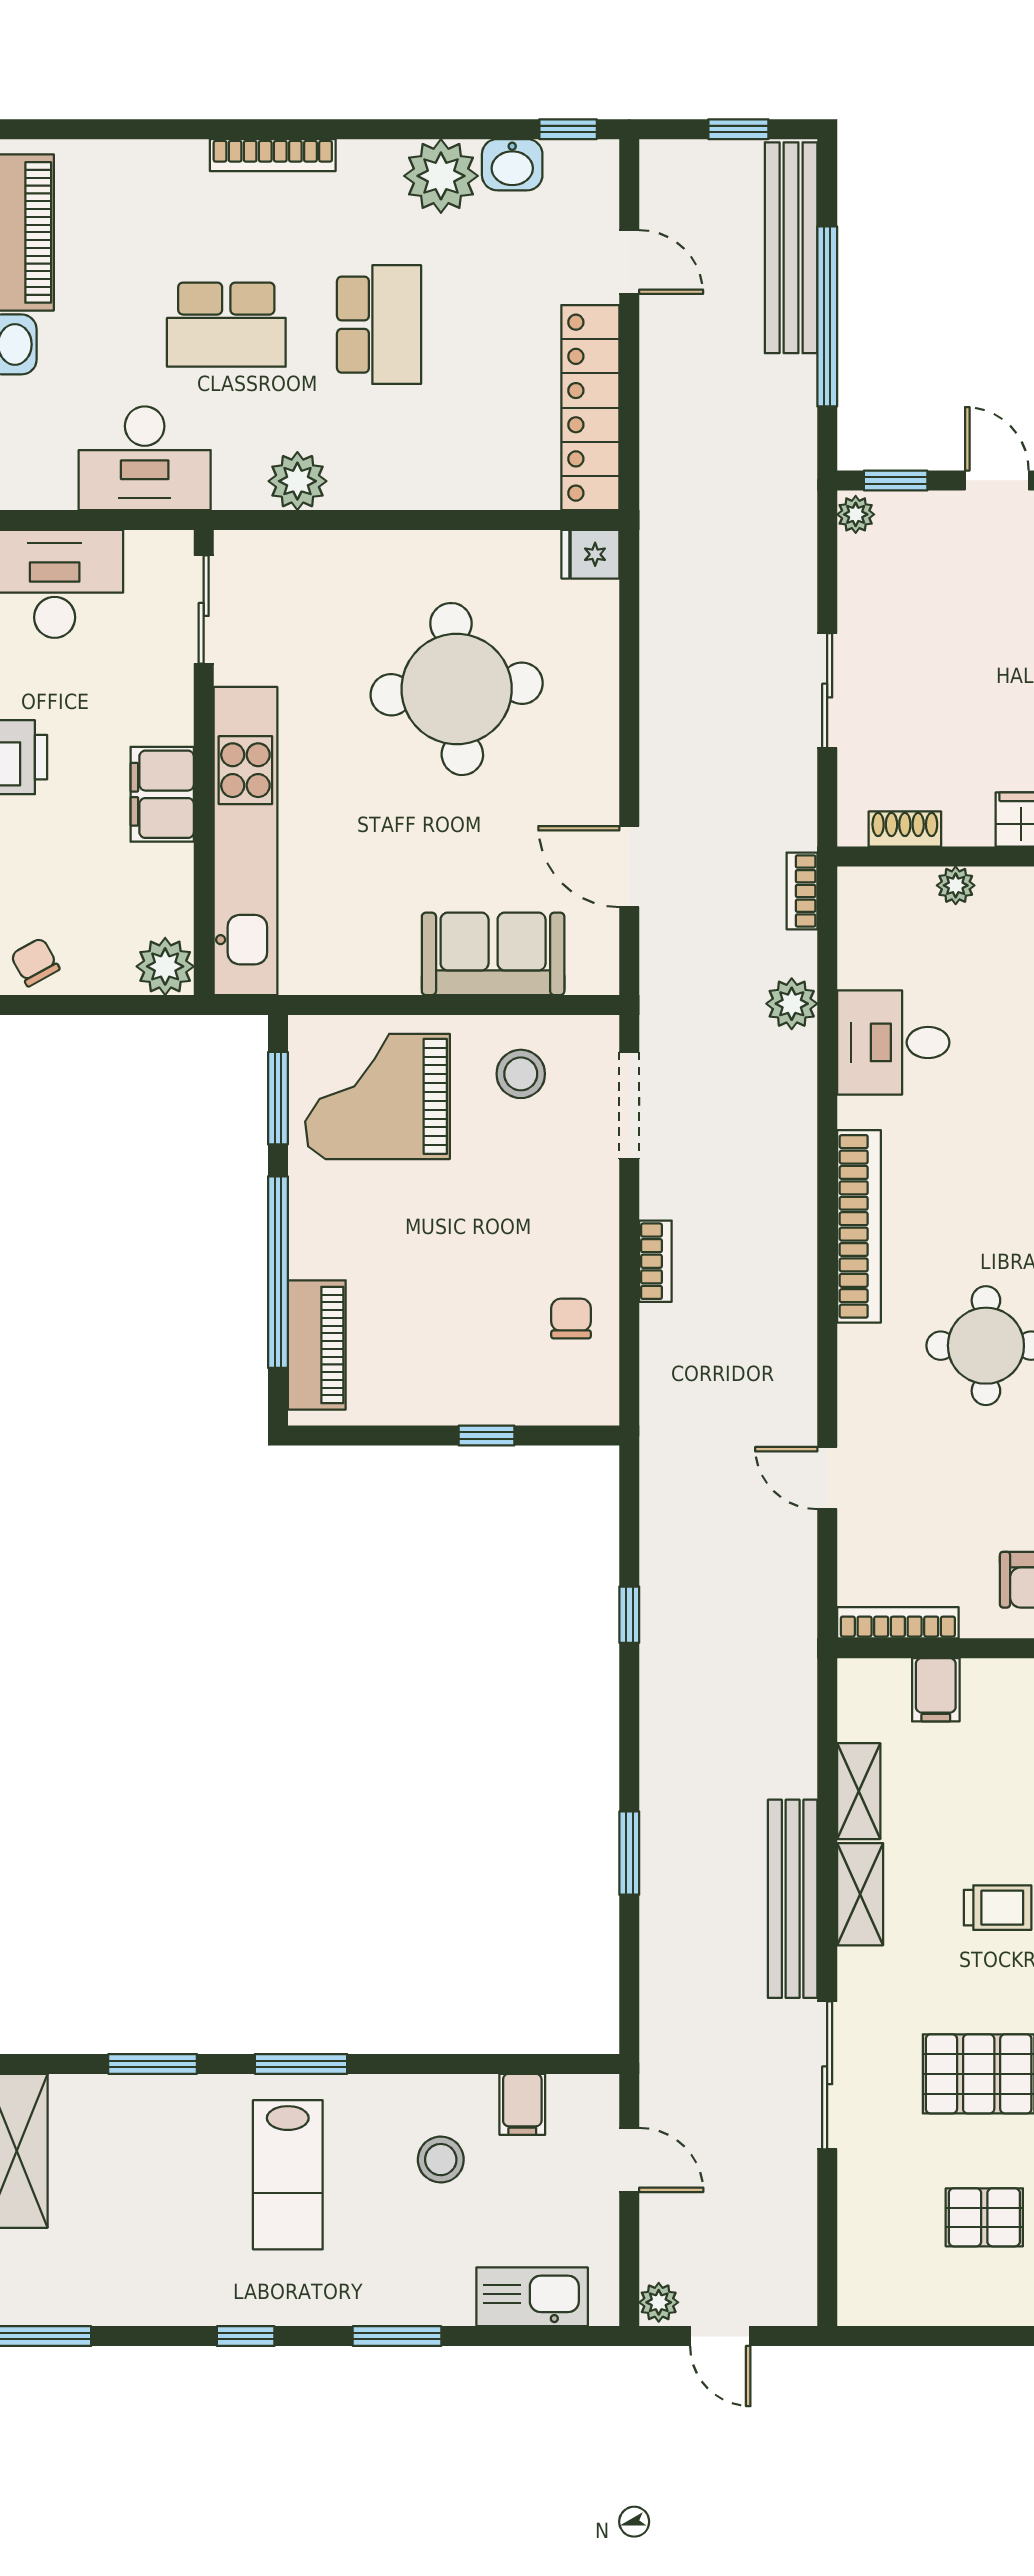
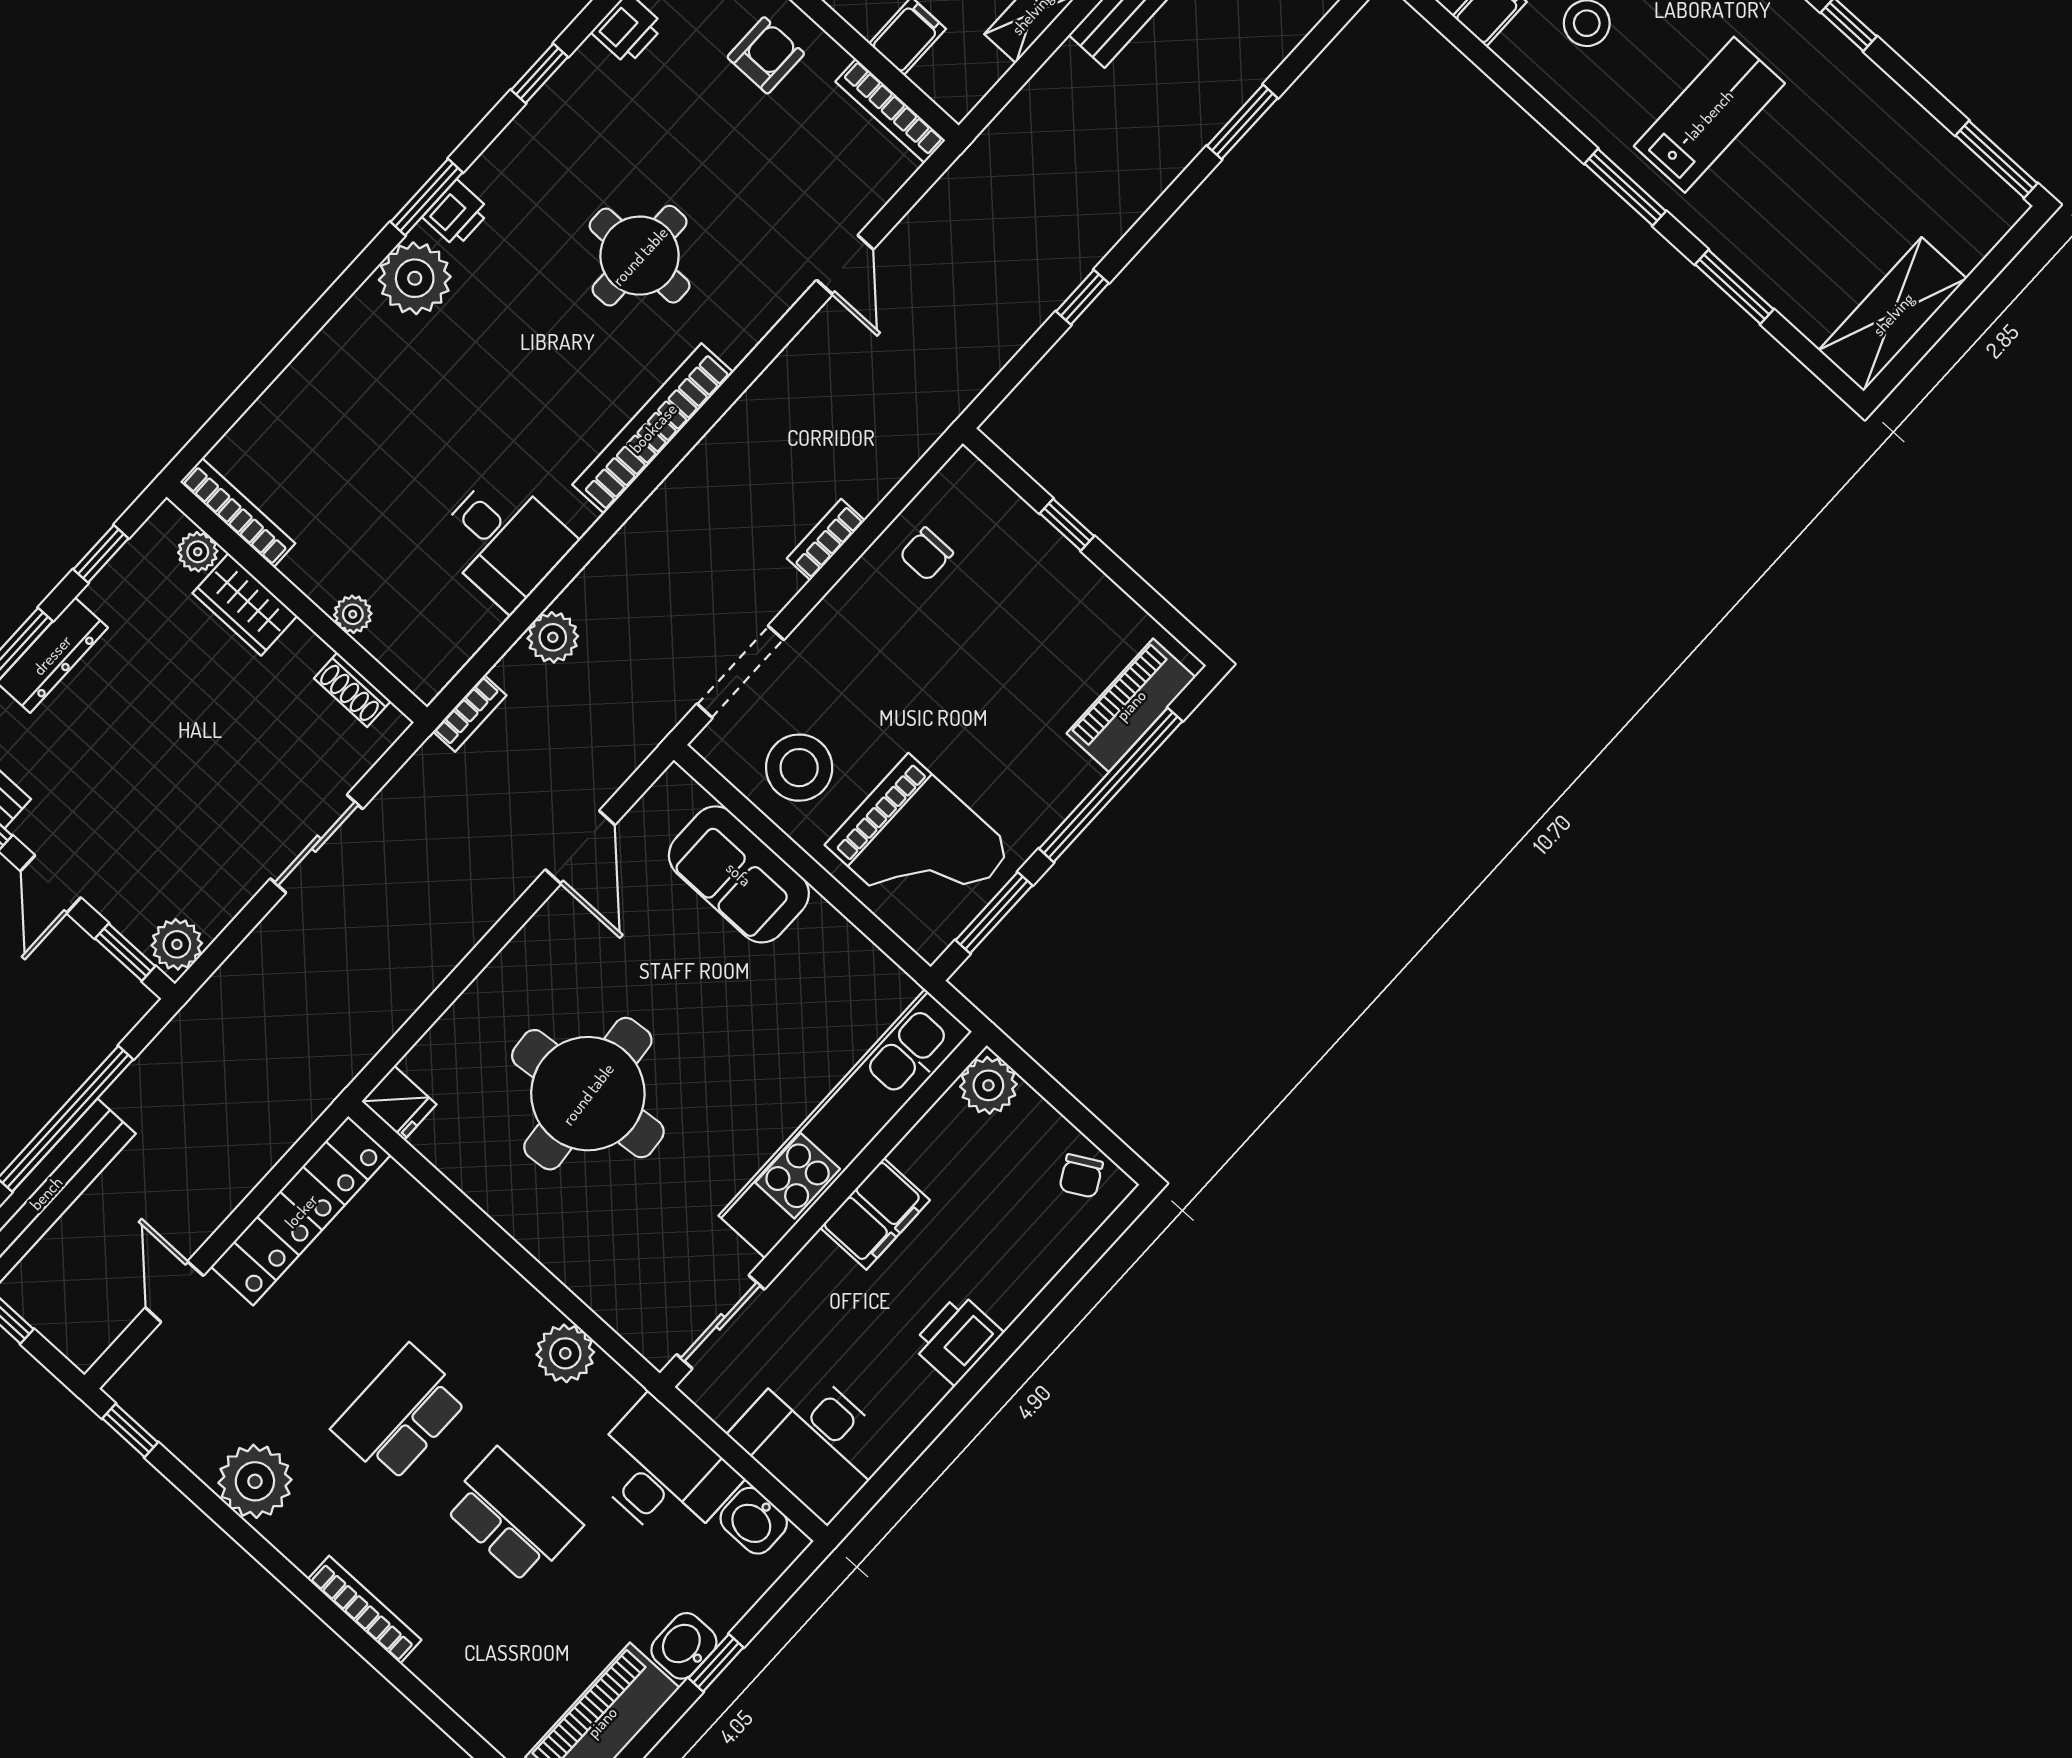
washbasin: (512, 165) -> (754, 1521), moved, turned 180
plant: (856, 514) -> (177, 944), width x1.38, depth x1.38
stool: (521, 1074) -> (799, 768), width x1.38, depth x1.38

